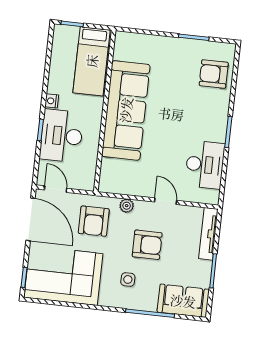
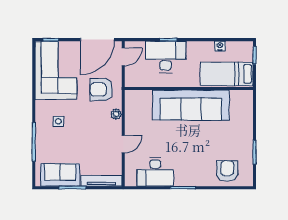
nightstand: (52, 101) -> (220, 46), moved
armchair: (147, 245) -> (87, 134), removed
sofa: (183, 301) -> (60, 175), moved, turned -90

